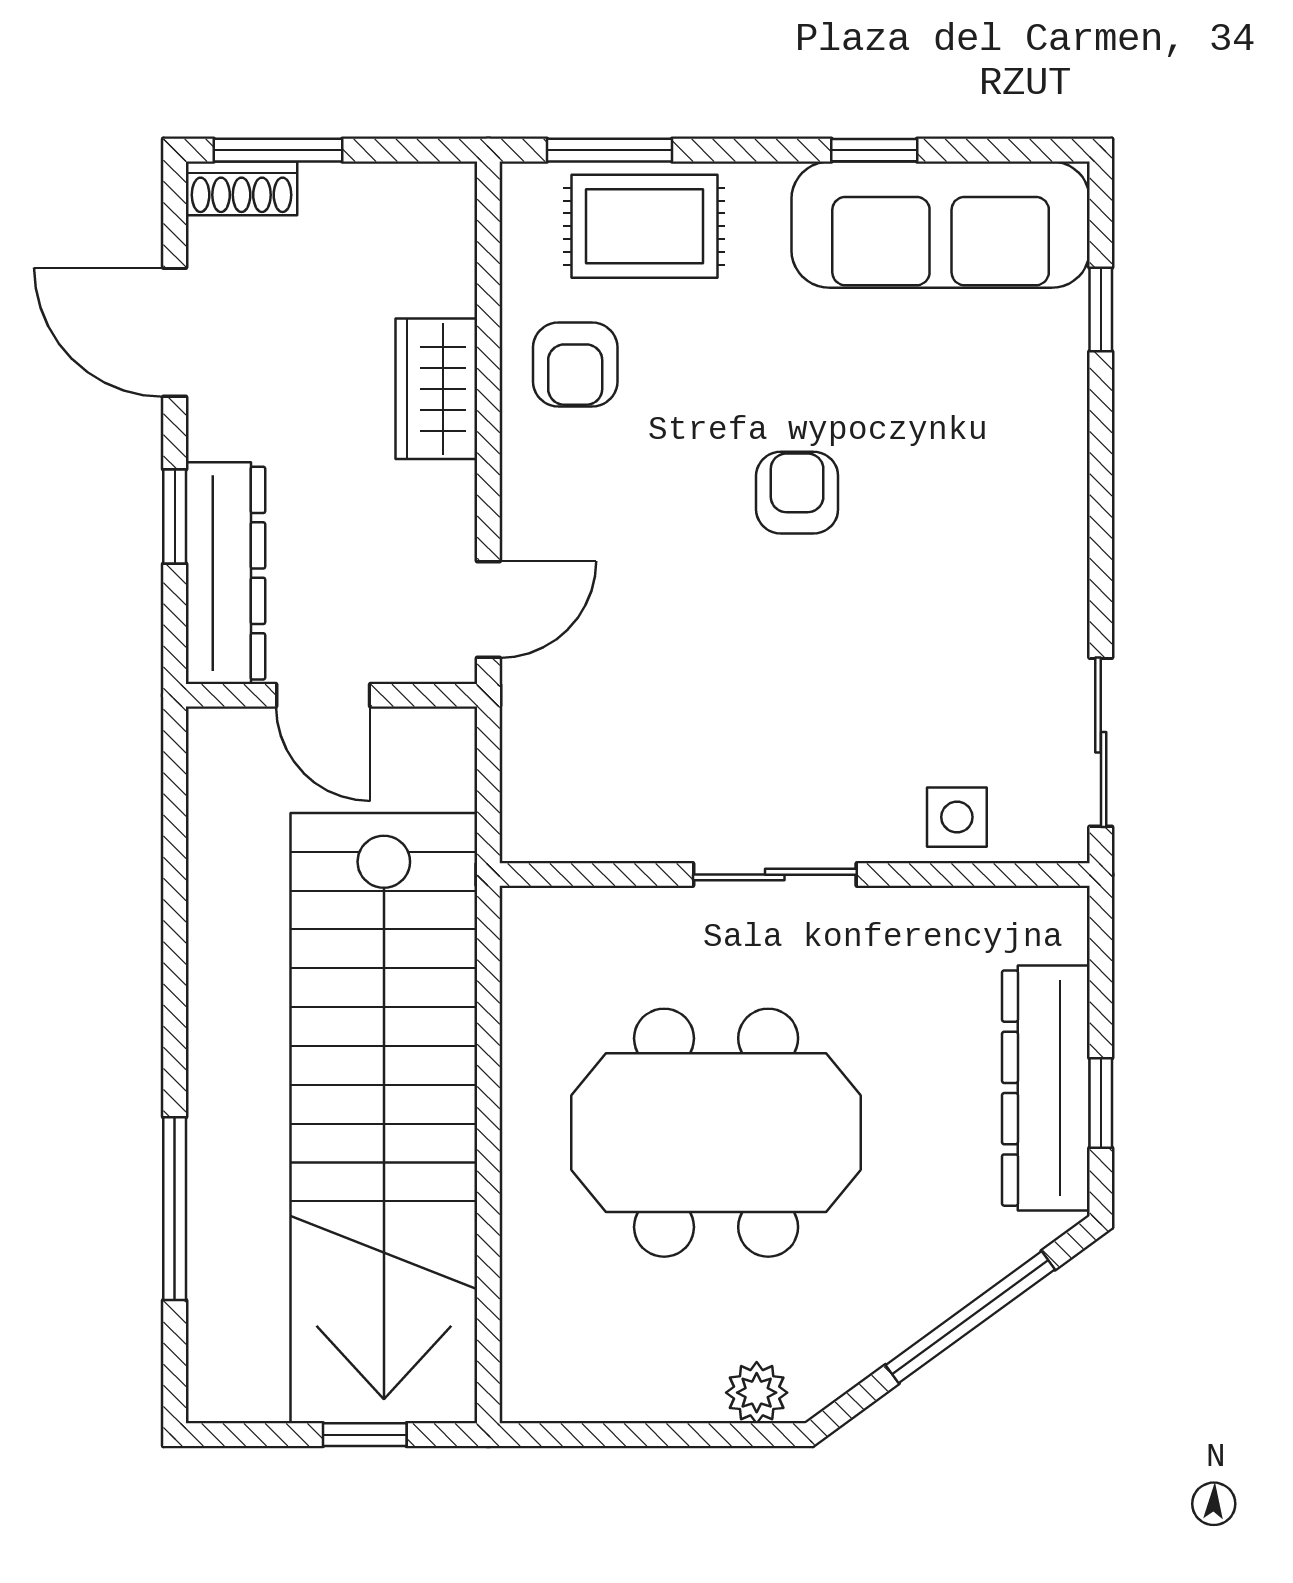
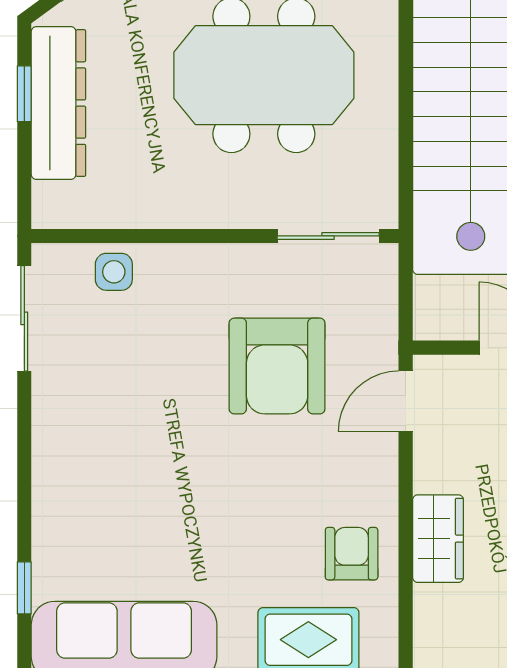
armchair: (797, 493) -> (277, 366), moved, width x1.88, depth x1.88
sliding door: (775, 875) -> (328, 236), moved

